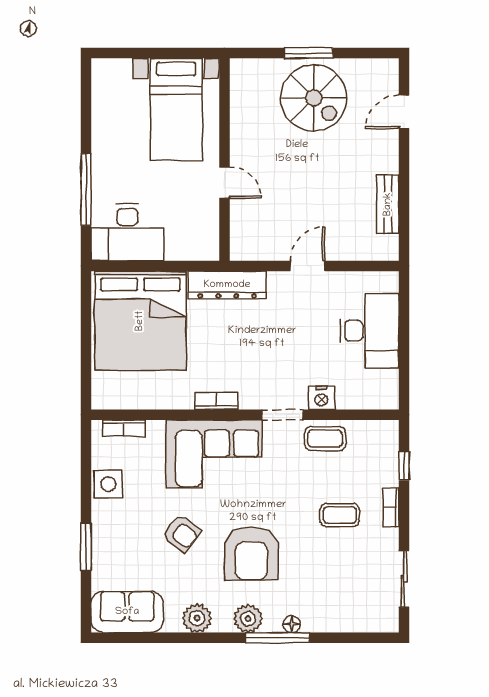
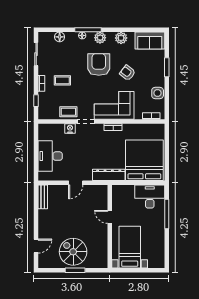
bench: (388, 204) -> (43, 197), moved
floor lamp: (347, 621) -> (60, 37), added

